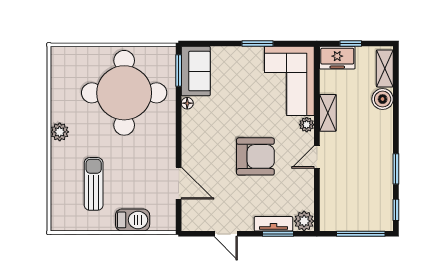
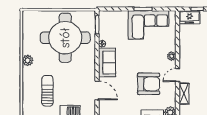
sofa: (196, 71) -> (107, 63), moved
corner sofa: (289, 81) -> (148, 25), moved, turned -90
shelving: (328, 113) -> (184, 94), moved
armchair: (255, 156) -> (149, 84), moved

